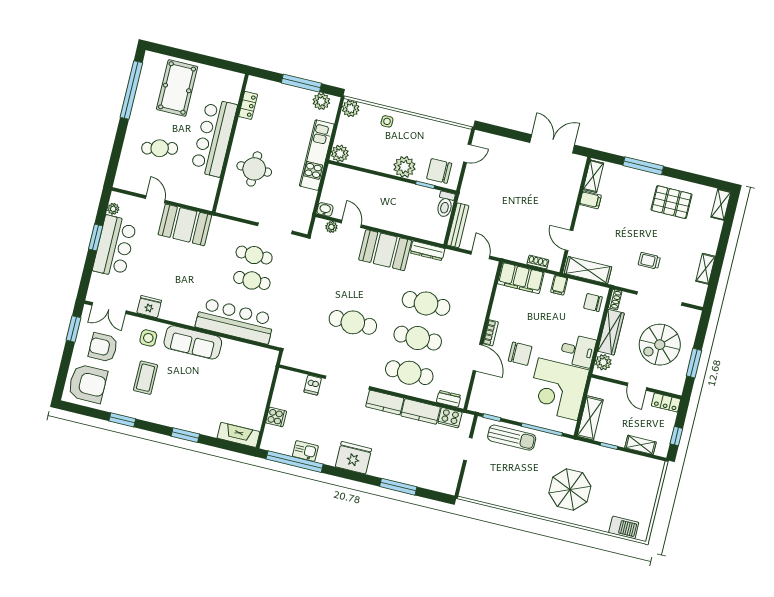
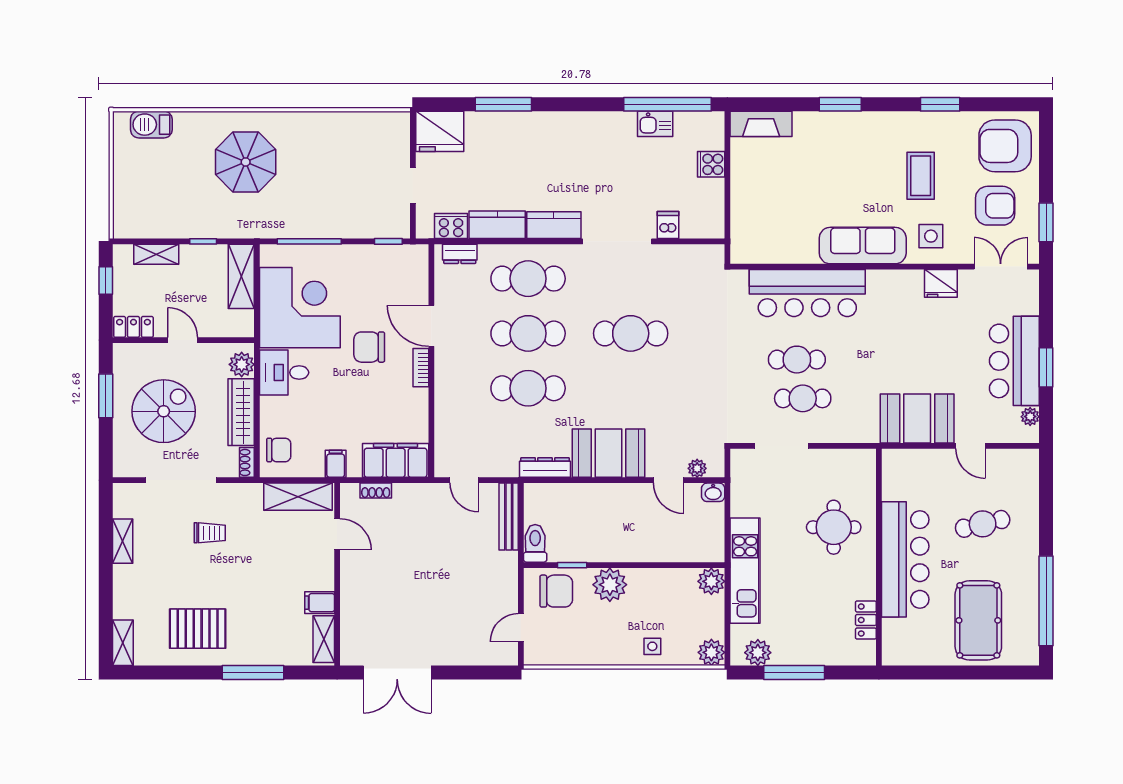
sun lounger: (512, 438) -> (352, 219), removed
fridge: (353, 458) -> (440, 131), moved

